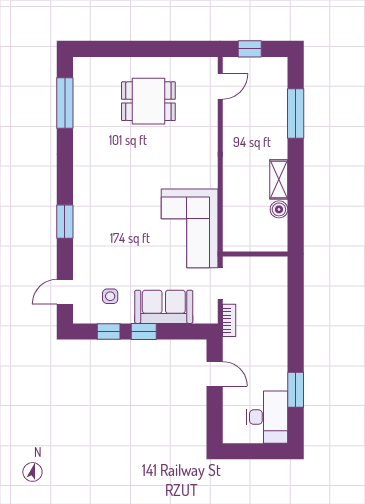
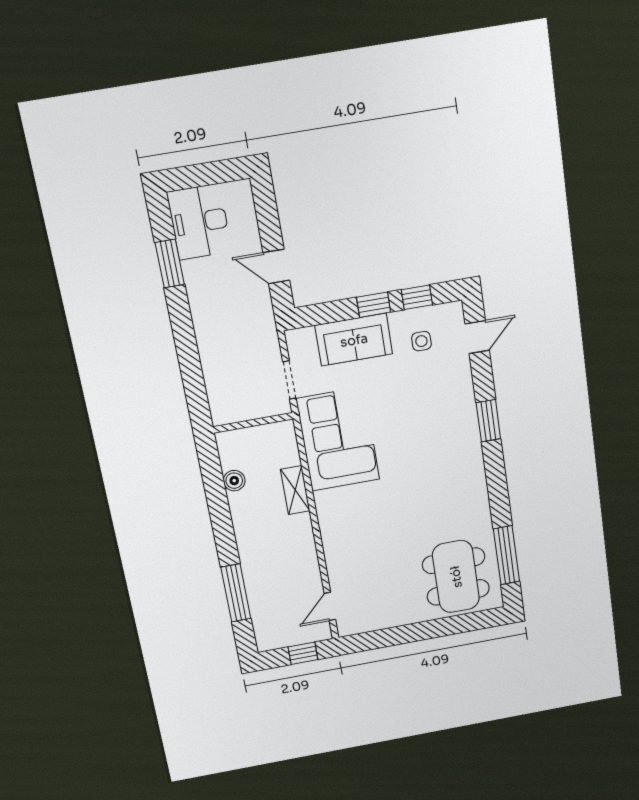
dining table: (148, 101) -> (456, 577), moved, width x1.38
shelving: (279, 179) -> (295, 490), moved
bookcase: (229, 320) -> (270, 337), removed

